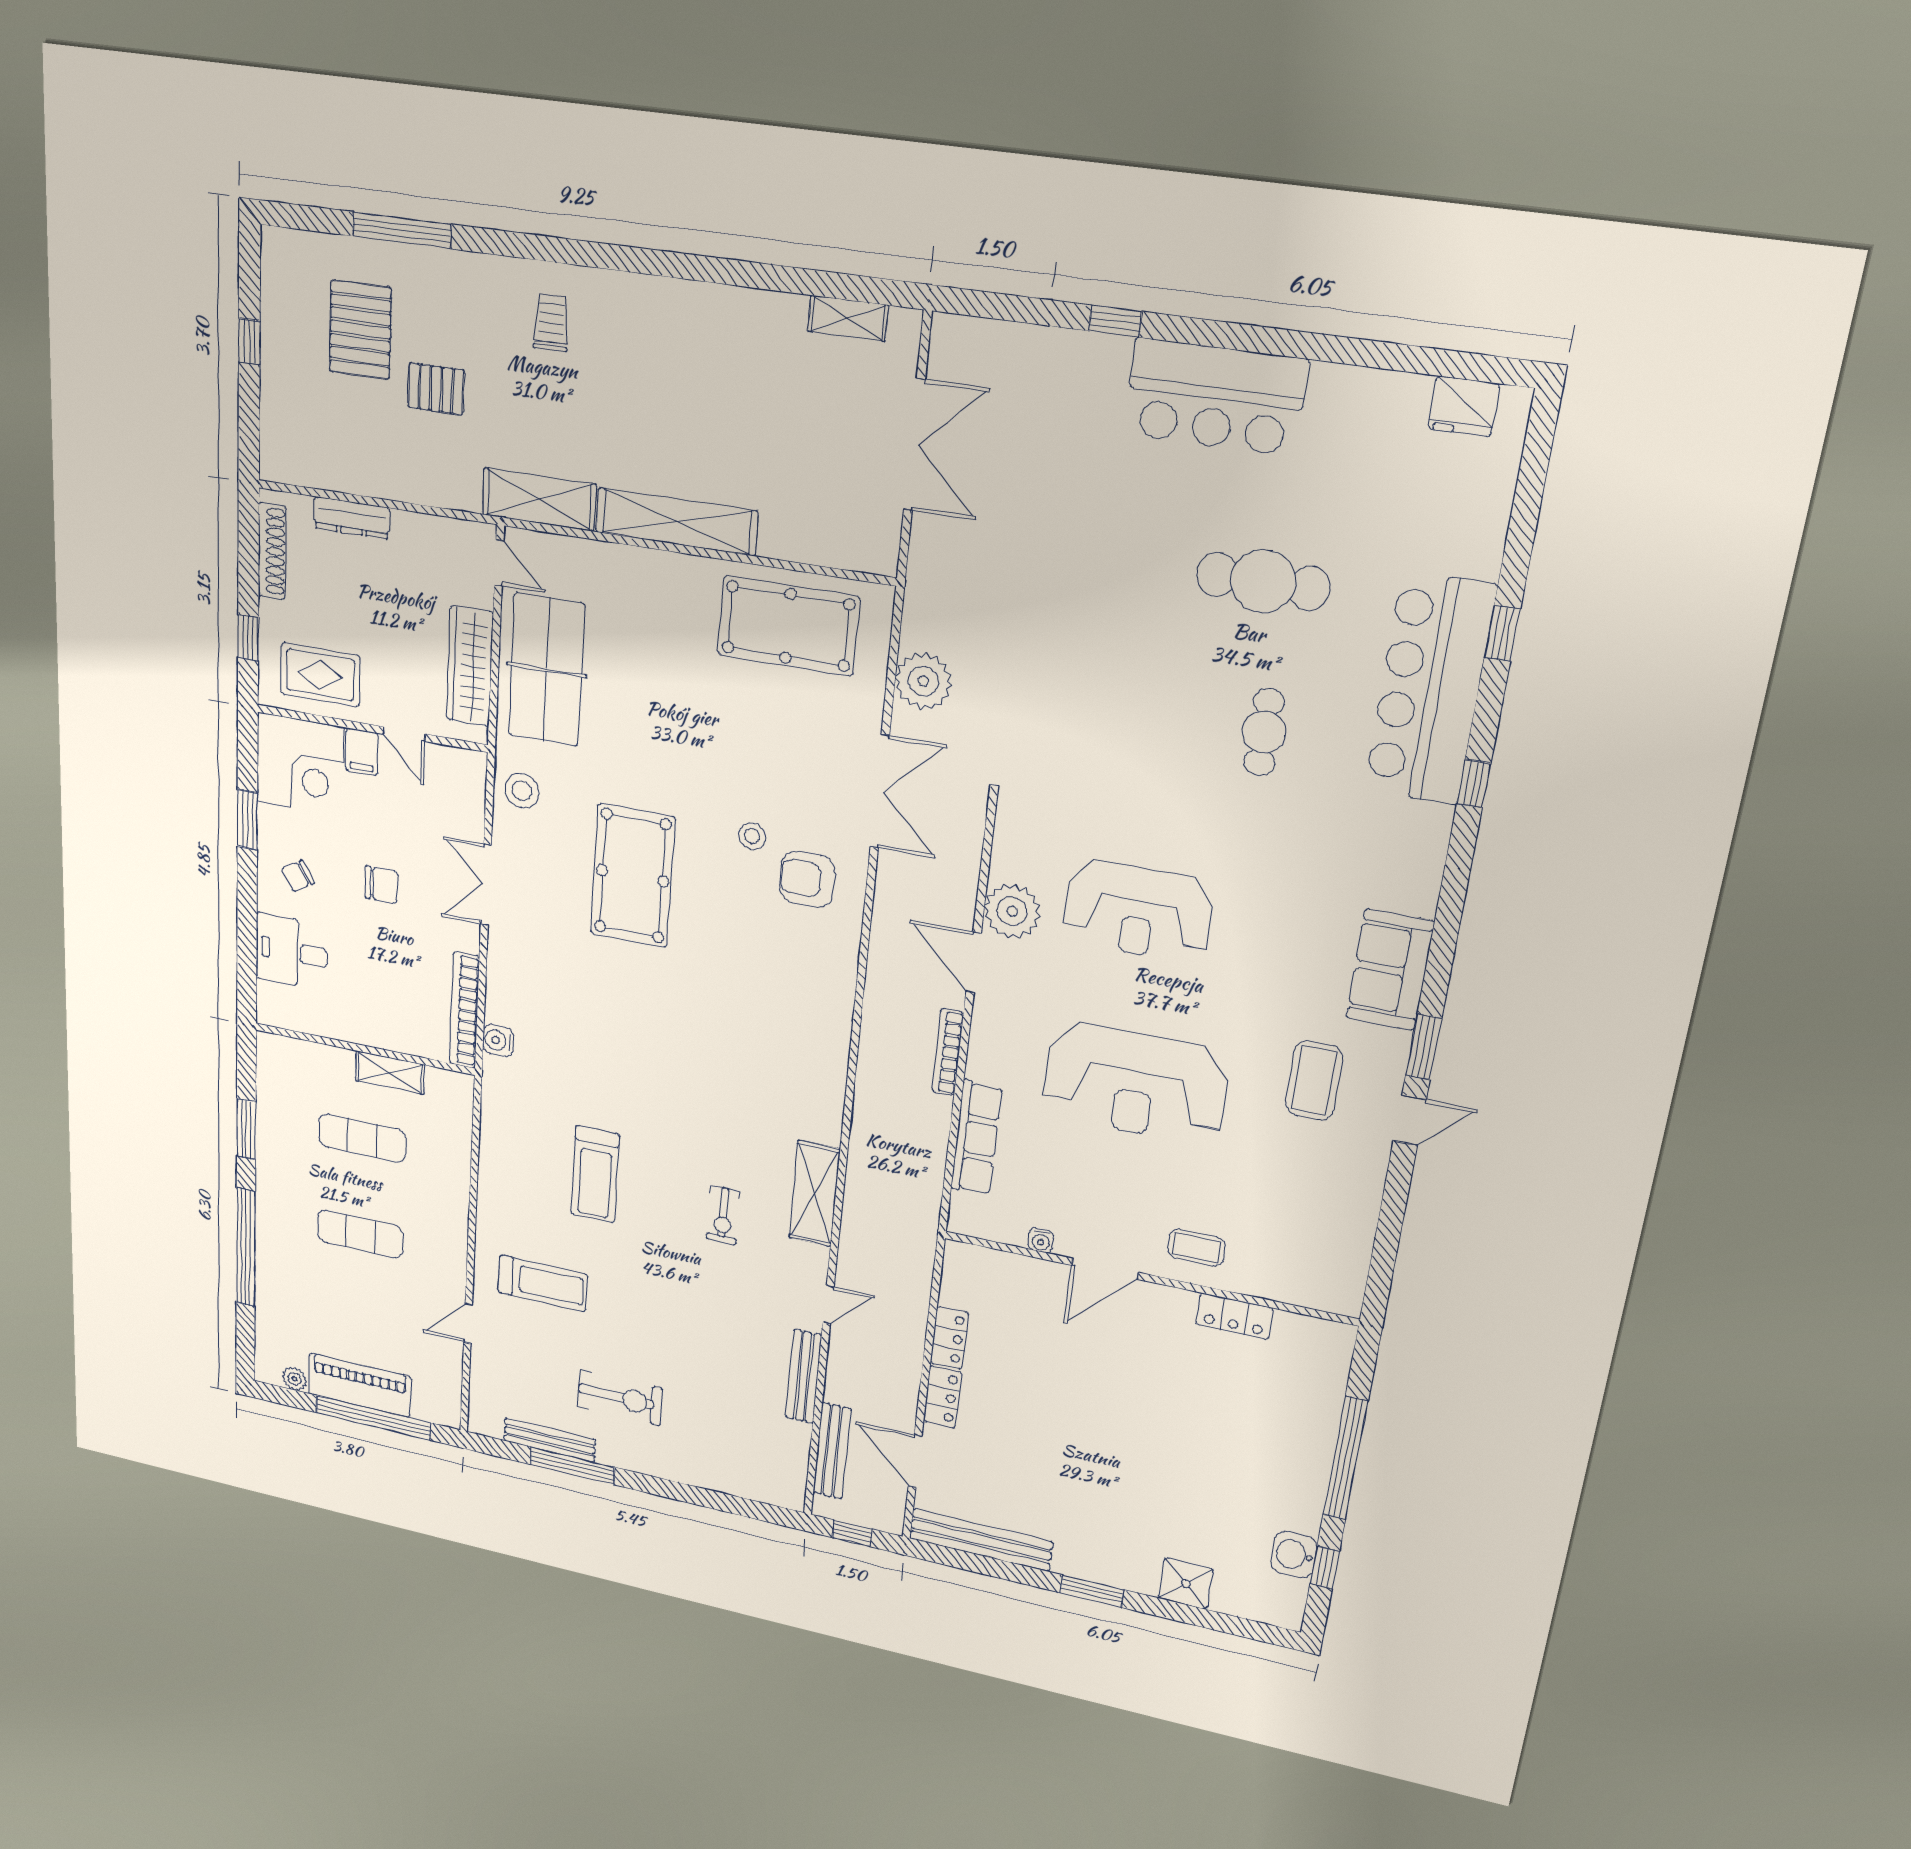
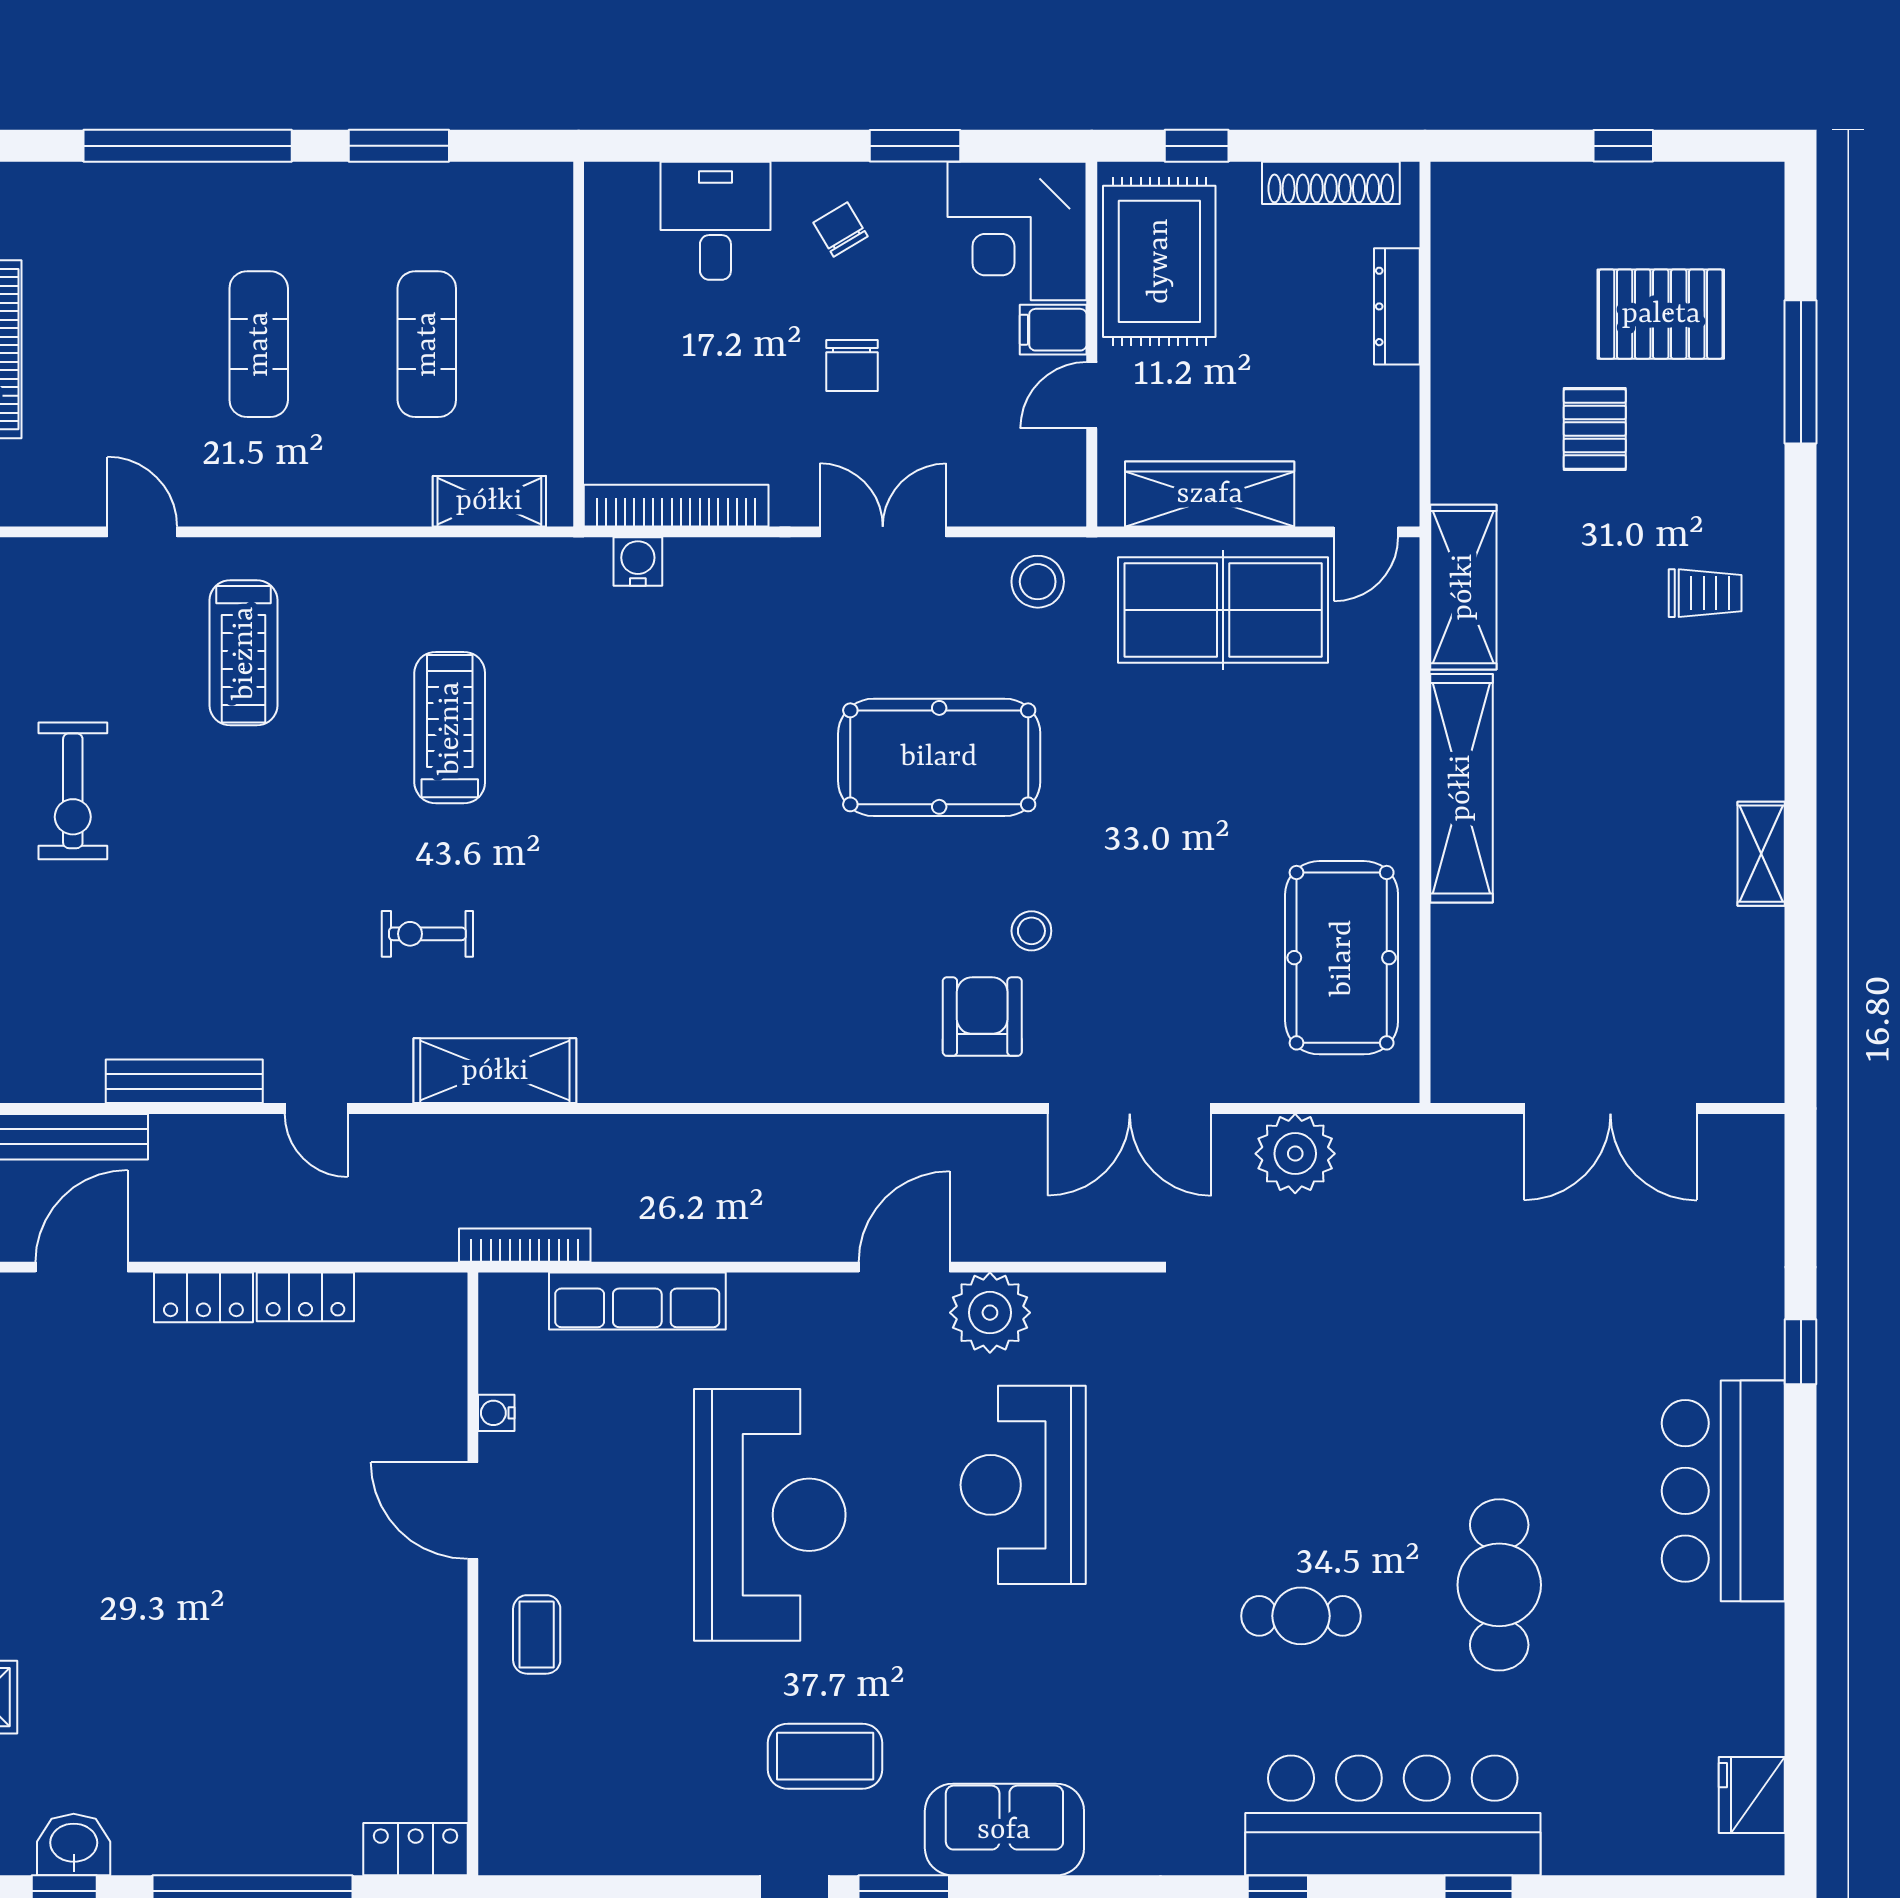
shelving: (848, 318) -> (1761, 854), moved
rug: (320, 675) -> (1159, 261), width x1.36, depth x1.43
bookcase: (948, 1052) -> (525, 1245), moved
shelving: (390, 1073) -> (489, 501), moved, turned 90
reception desk: (1135, 1083) -> (770, 1515), turned 180
treadmill: (595, 1174) -> (450, 728), turned 90
locker: (1234, 1316) -> (416, 1849), moved, turned 90

